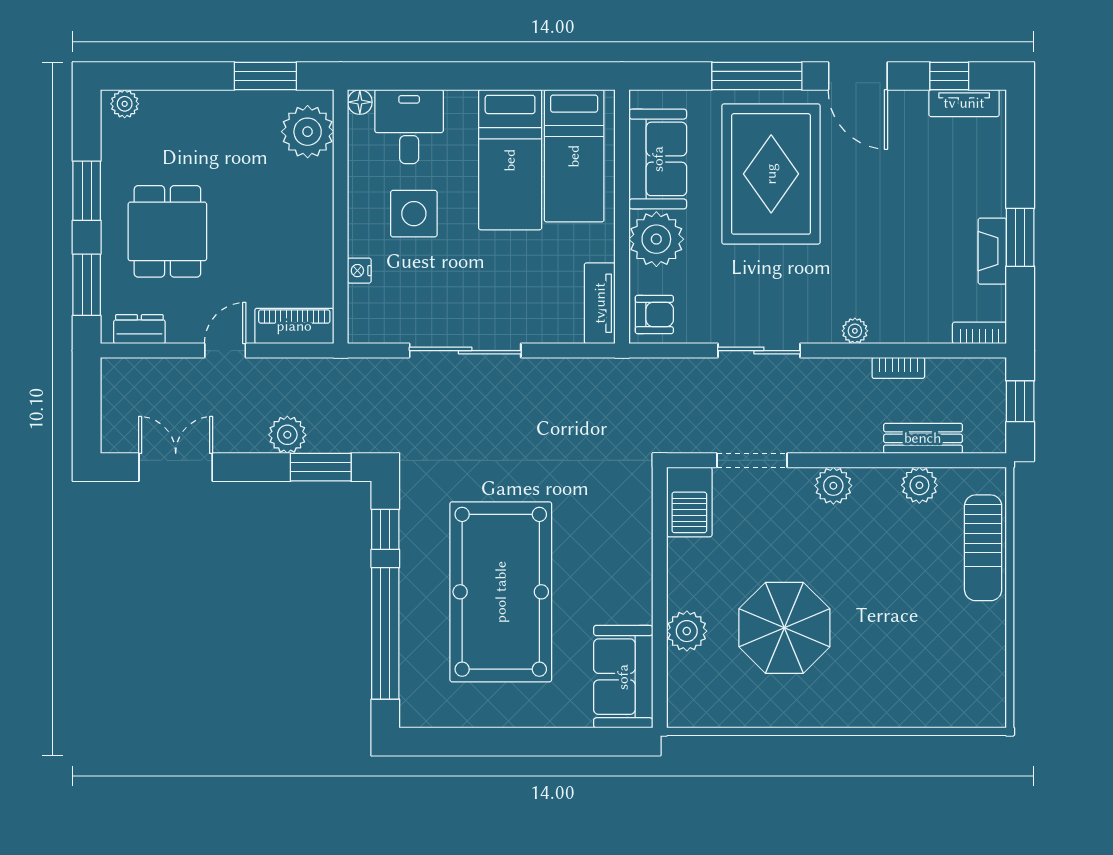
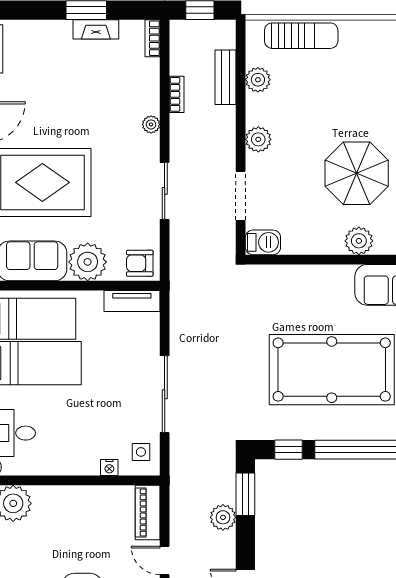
side table: (414, 214) -> (141, 452), moved, width x0.54, depth x0.54
armchair: (654, 315) -> (140, 263), turned -90
barbecue: (689, 502) -> (263, 242), width x0.73, depth x0.79

